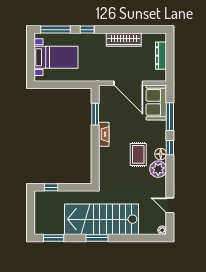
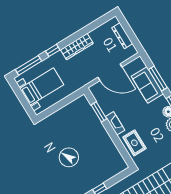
wardrobe: (124, 40) -> (77, 47), moved
sofa: (156, 102) -> (147, 85), moved
rug: (138, 154) -> (134, 143), moved

